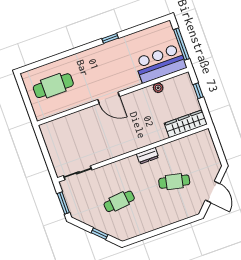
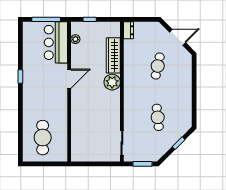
plant: (158, 88) -> (75, 39), moved
door: (109, 98) -> (69, 79), moved
wardrobe: (186, 124) -> (113, 55), moved
plant: (139, 139) -> (112, 82), added
dresser: (148, 156) -> (128, 30), moved

